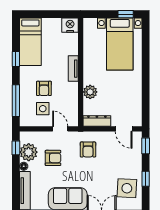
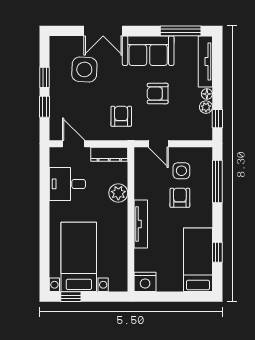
window: (16, 59) -> (217, 252), moved
tv unit: (73, 69) -> (141, 224), width x1.41
desk: (128, 99) -> (67, 184), added
window: (146, 146) -> (44, 107), moved
plant: (29, 152) -> (206, 107), width x0.53, depth x0.53
armchair: (53, 158) -> (158, 94), moved
side table: (127, 188) -> (84, 69), moved

